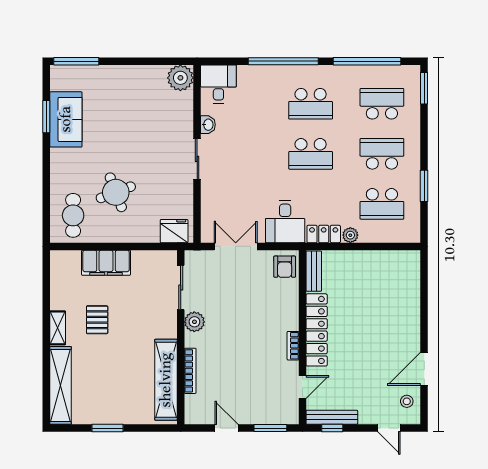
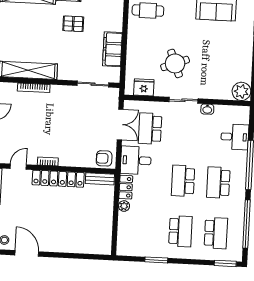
desk: (218, 84) -> (235, 137), moved
round table: (116, 192) -> (175, 63), moved
school desk: (382, 204) -> (150, 129), moved
fridge: (174, 231) -> (144, 87), moved, turned -90
filing cabinet: (106, 263) -> (112, 49), moved
plant: (194, 322) -> (68, 93), removed
door: (302, 387) -> (18, 167), swing flipped

